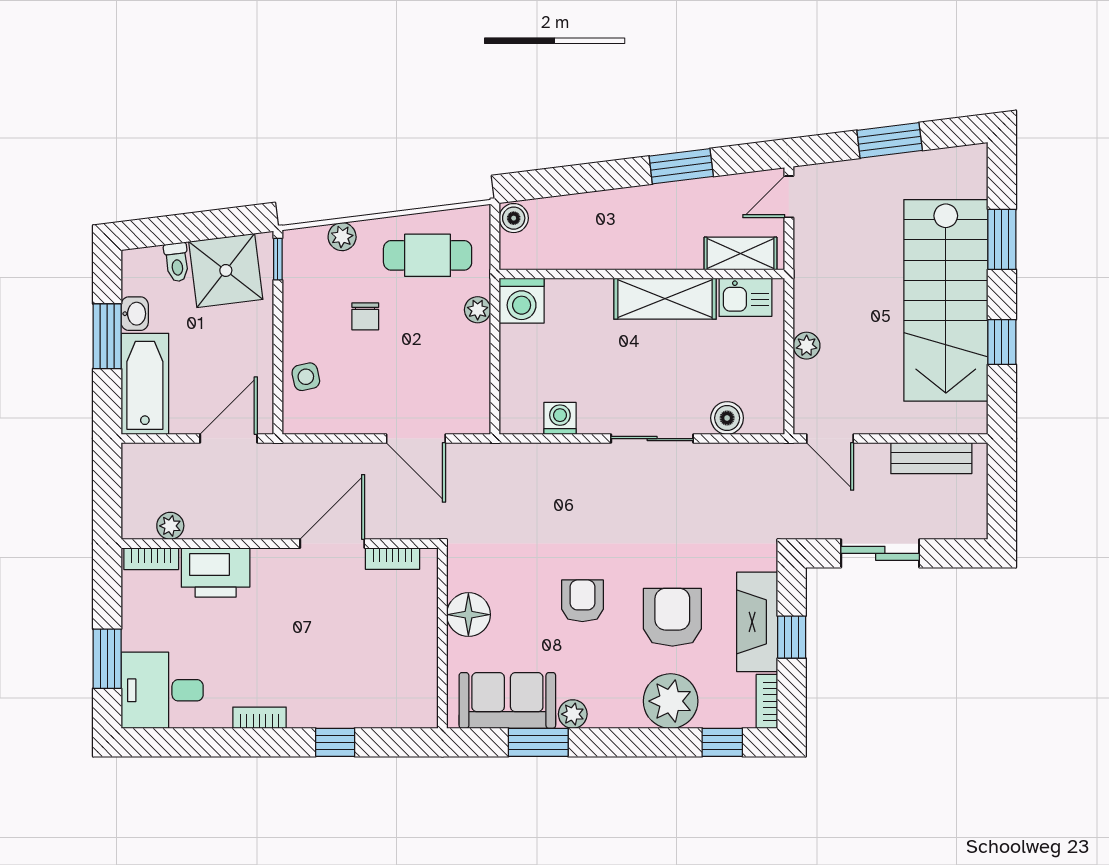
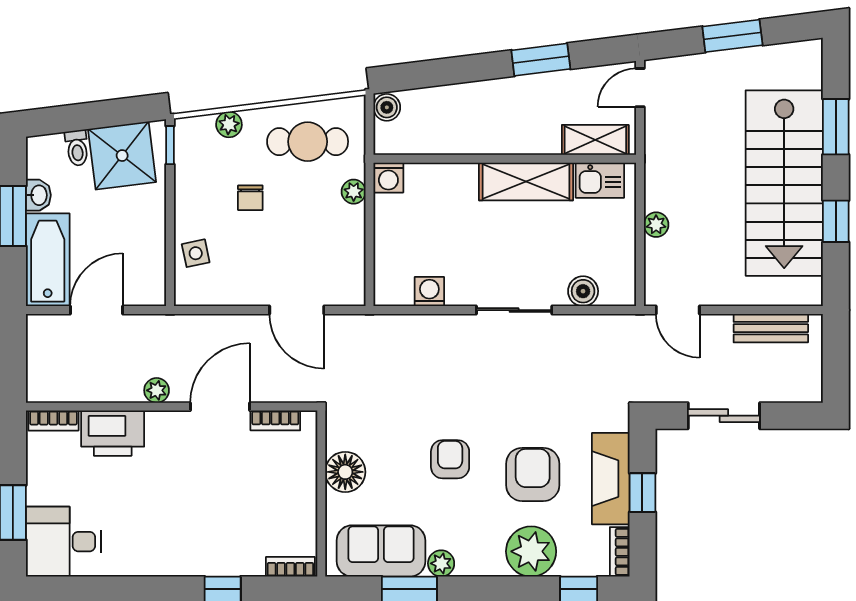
washing machine: (522, 301) -> (388, 178), width x0.73, depth x0.73
door: (229, 439) -> (96, 310), moved
plant: (170, 526) -> (157, 390), moved
bookcase: (260, 718) -> (290, 567), moved

